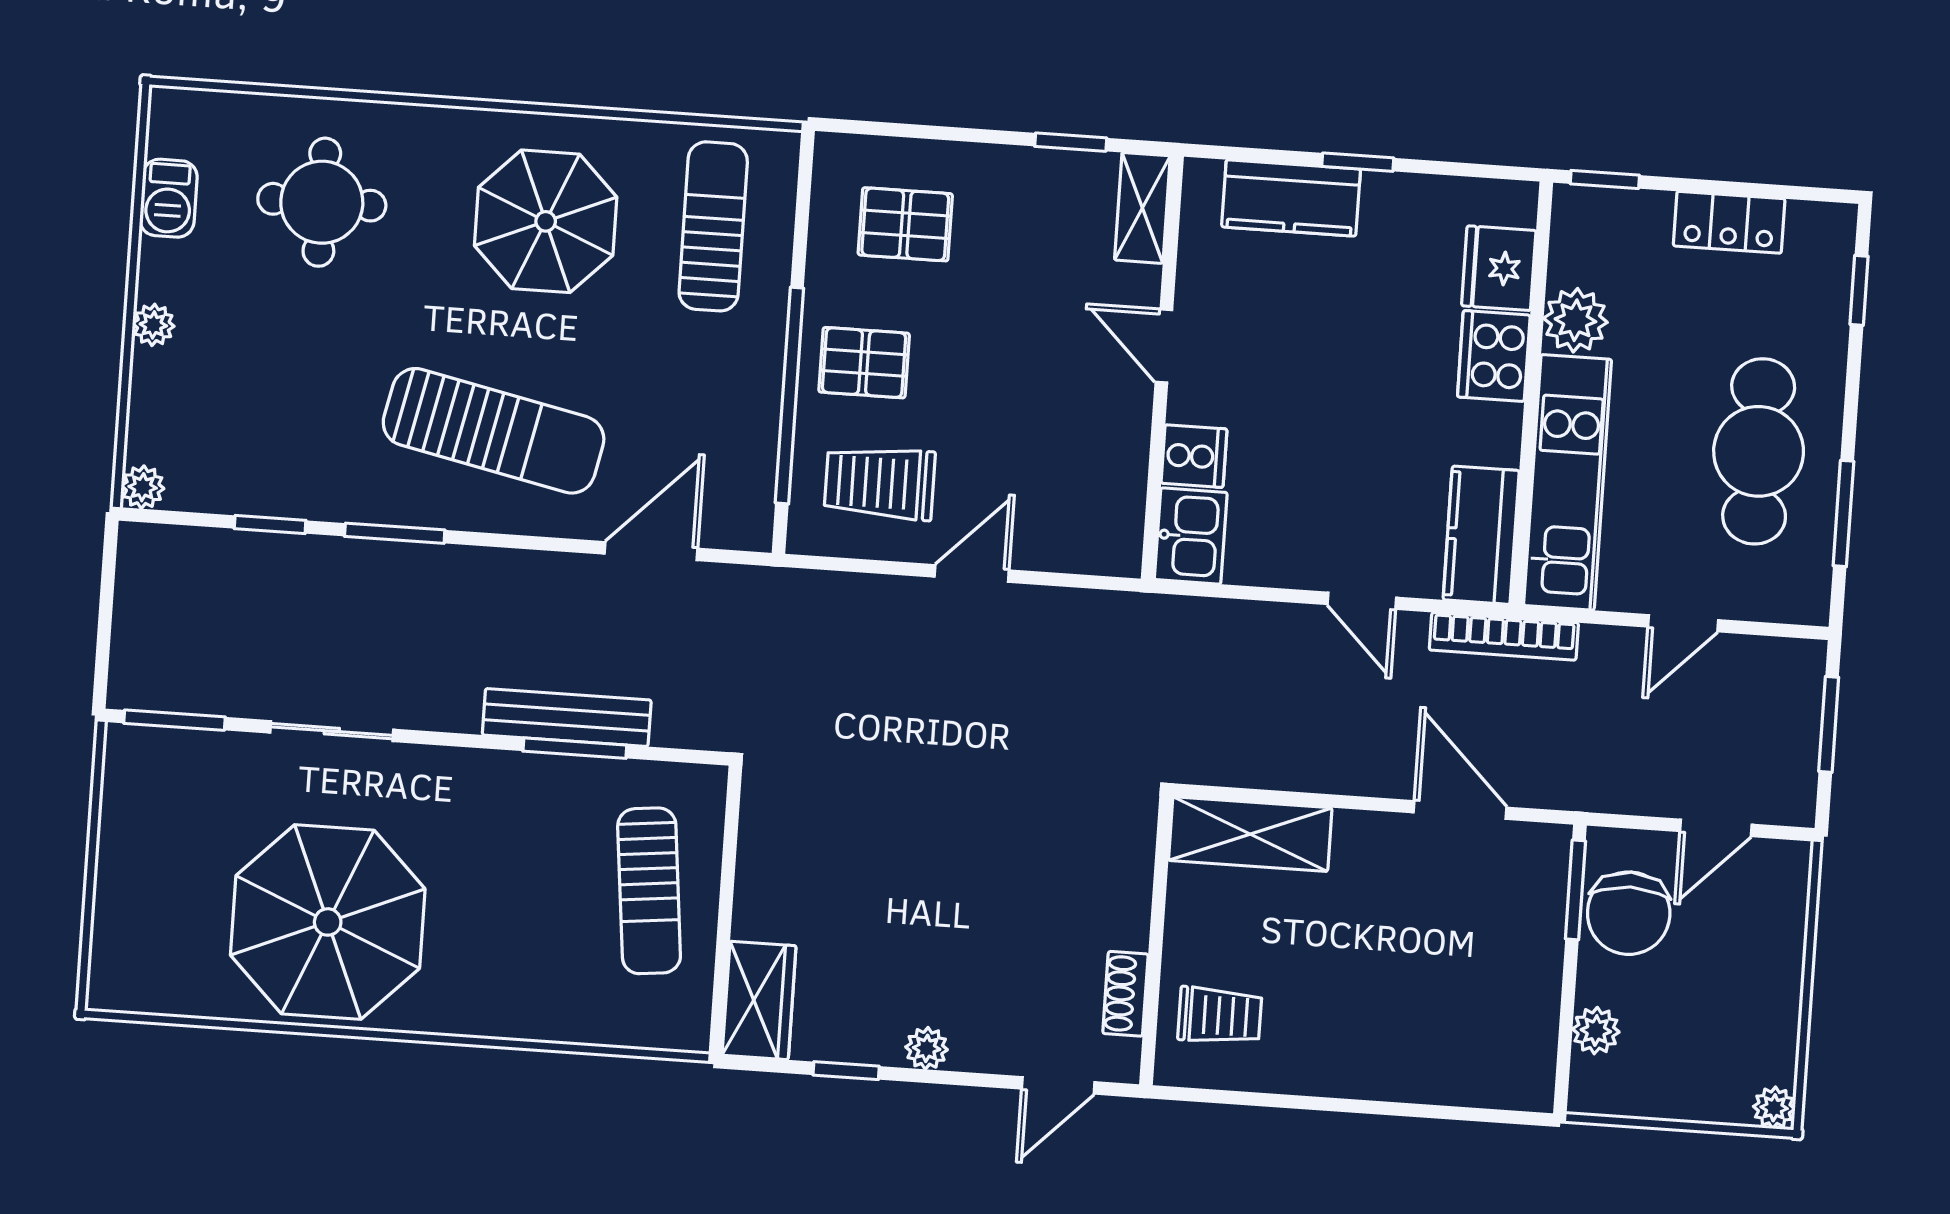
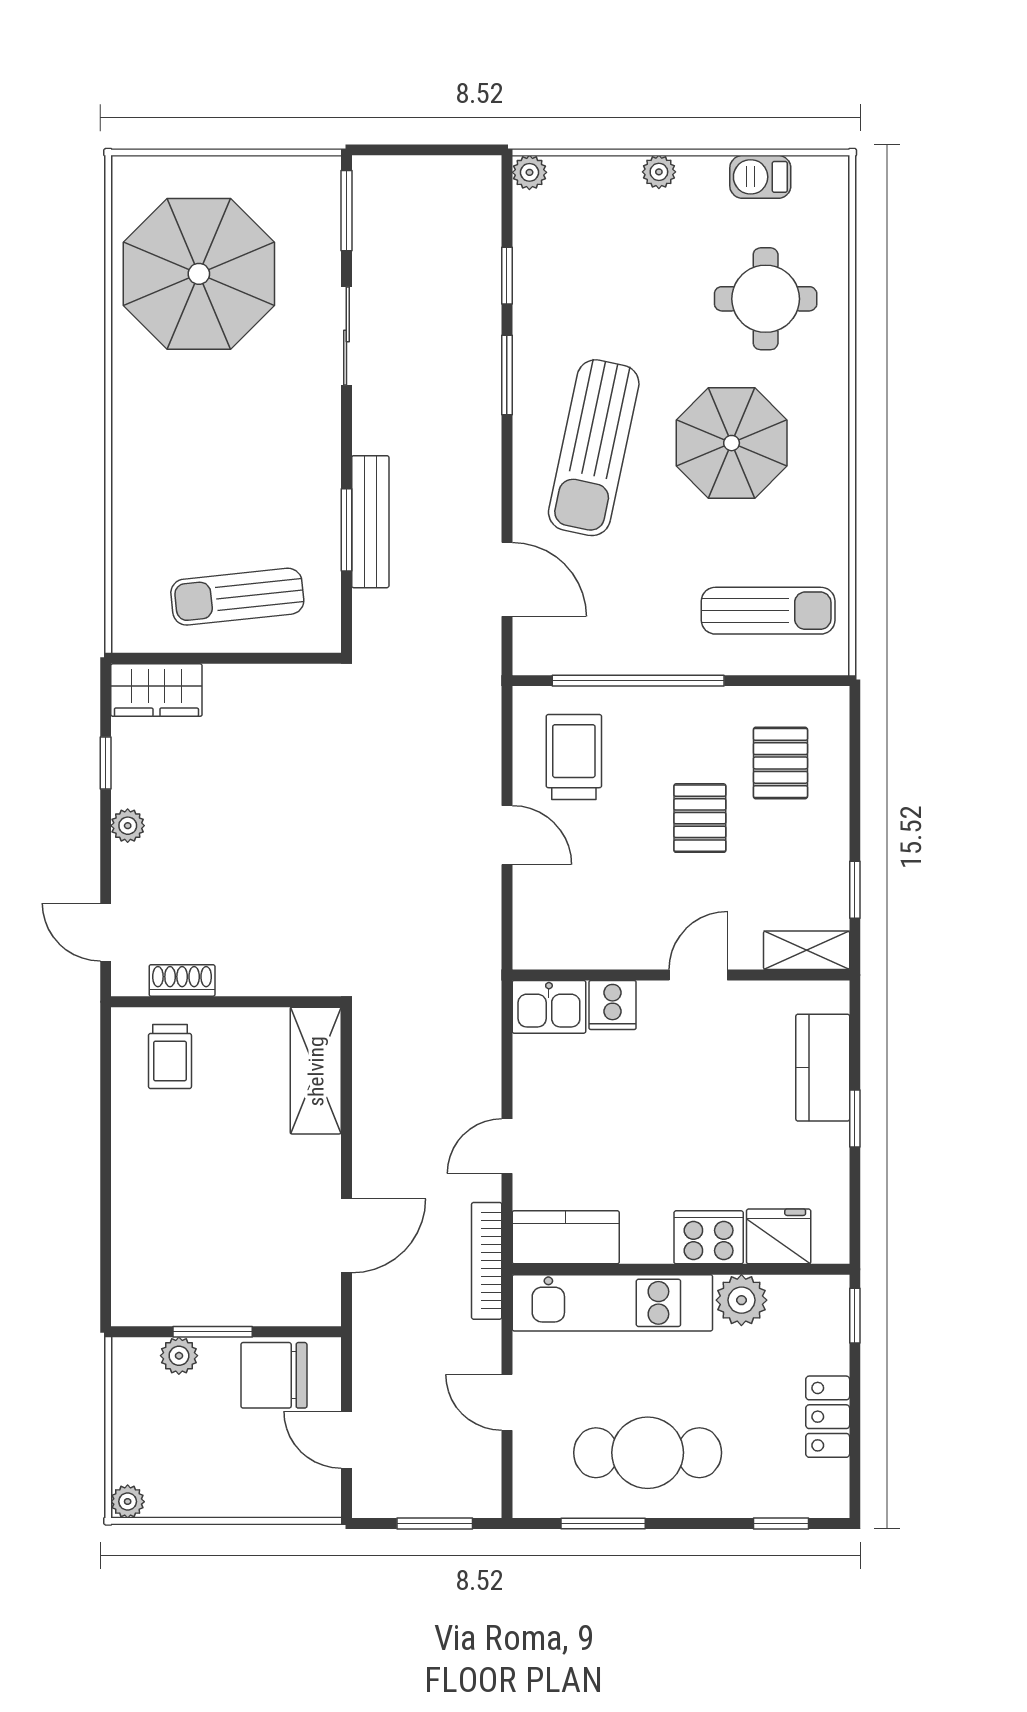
parasol: (546, 221) -> (732, 443), moved
pallet: (864, 363) -> (700, 818), moved
window: (1575, 890) -> (213, 1332), moved
parasol: (328, 922) -> (199, 274), moved

